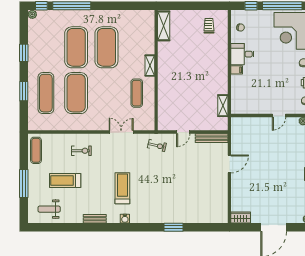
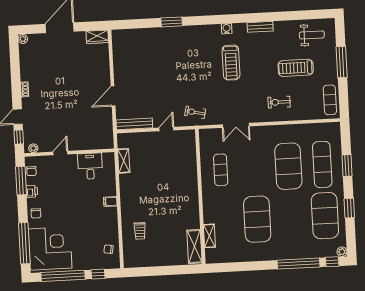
trolley: (209, 26) -> (140, 231), moved
exercise mat: (76, 47) -> (325, 216), moved
desk: (242, 54) -> (90, 166), moved, turned -90
shelving: (150, 66) -> (209, 236), moved
treadmill: (65, 181) -> (296, 68), turned 180

